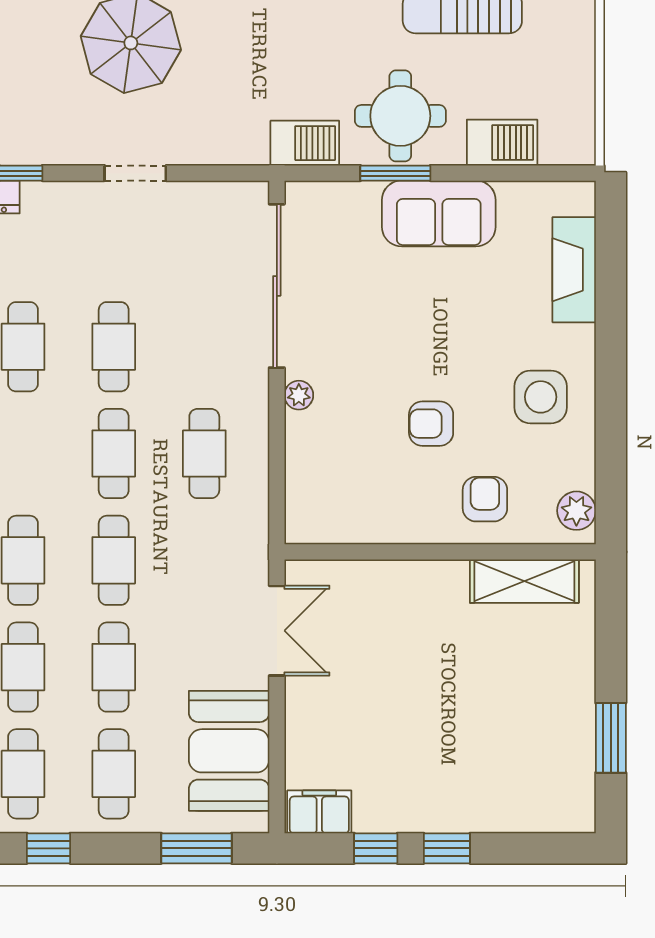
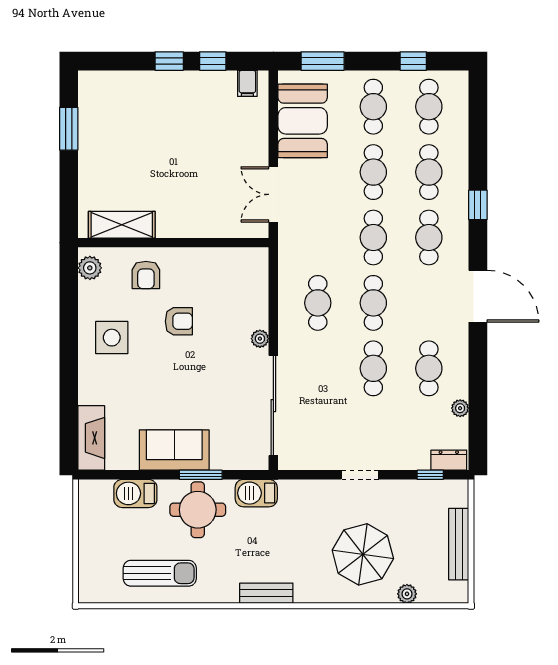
fireplace: (574, 270) -> (91, 438), moved
filing cabinet: (319, 812) -> (247, 83), width x0.50

